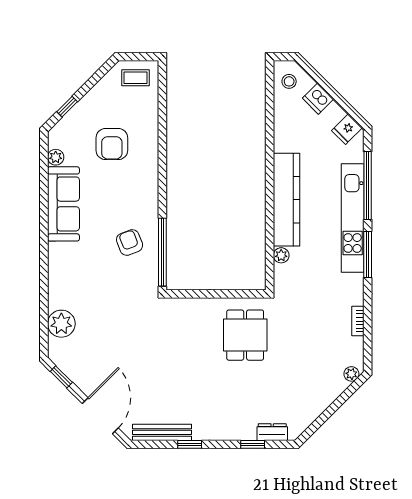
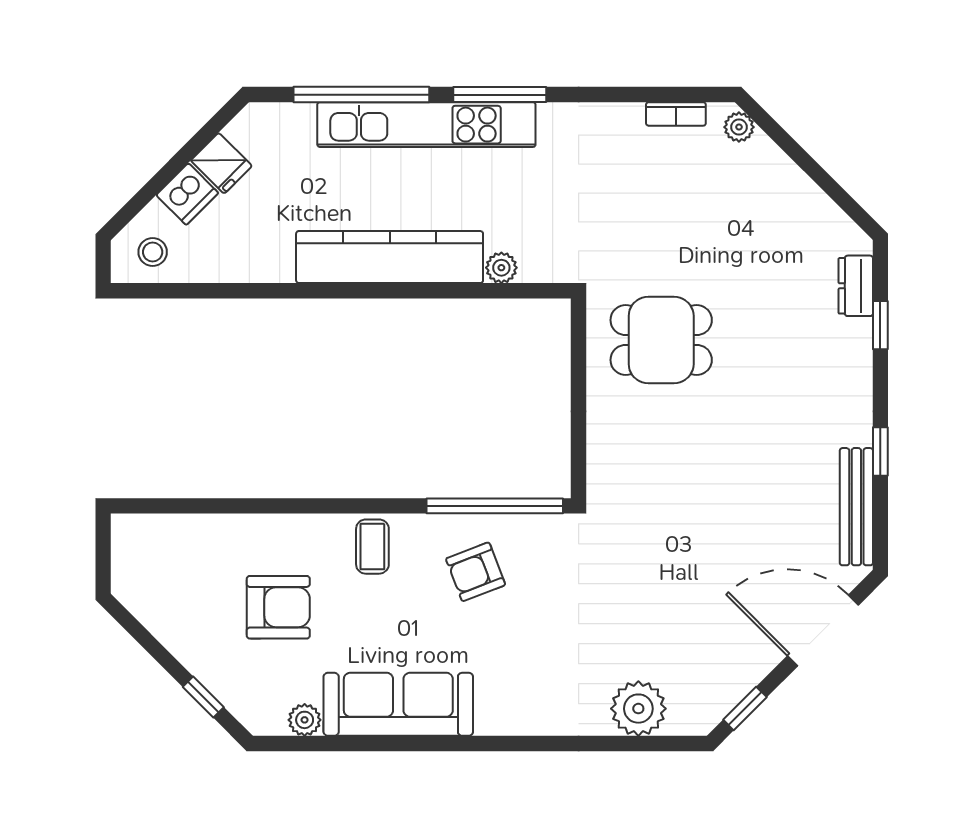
coffee table: (135, 78) -> (372, 547), moved
fridge: (347, 129) -> (221, 163), moved
bookcase: (358, 321) -> (676, 114), moved

